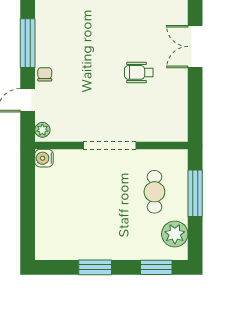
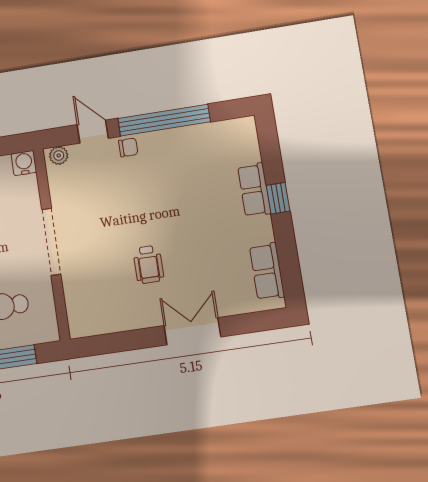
window: (28, 43) -> (164, 120), width x1.46
wheelchair: (139, 72) -> (148, 264), turned 180

